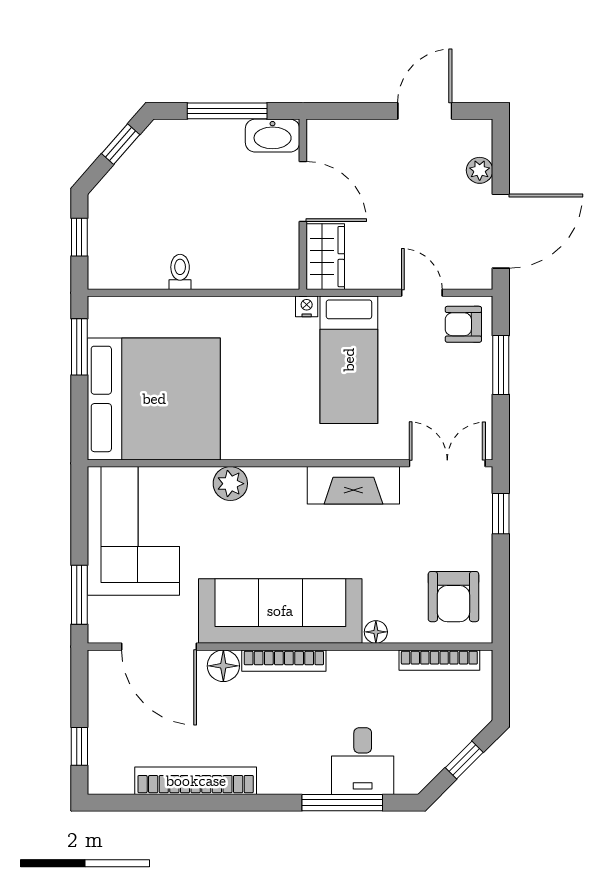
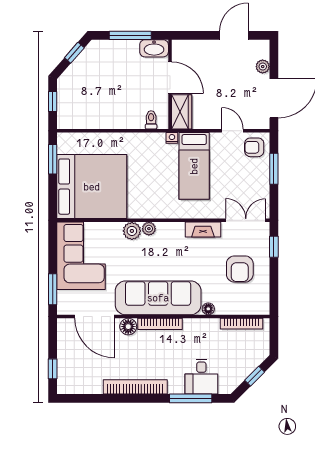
toilet: (180, 272) -> (151, 120), moved
plant: (263, 479) -> (149, 229), added
fireplace: (353, 485) -> (203, 229), width x0.73, depth x0.76
armchair: (453, 597) -> (240, 269), moved
bookcase: (196, 781) -> (135, 387), moved

